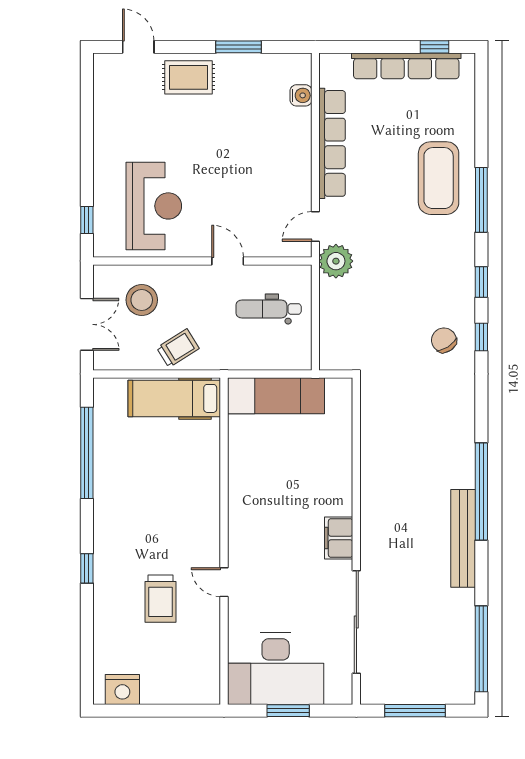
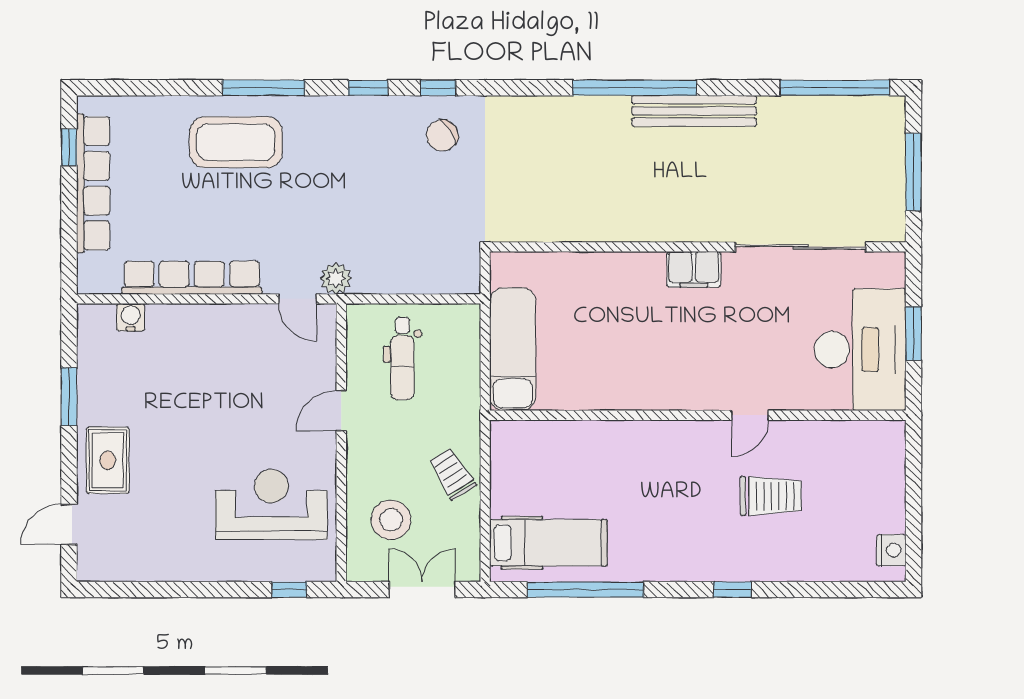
plant: (336, 261) -> (336, 278), width x0.73, depth x0.73
hospital bed: (174, 398) -> (548, 543), moved, turned -90
nightstand: (122, 690) -> (891, 550), width x0.74, depth x0.75

